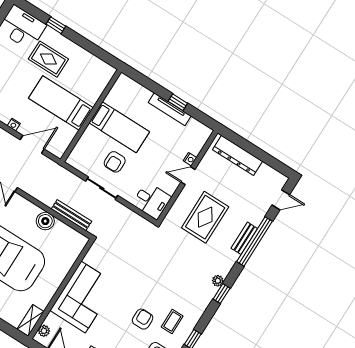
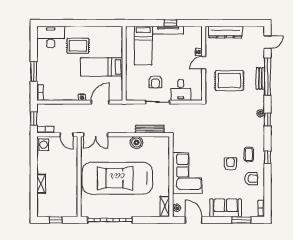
window: (56, 25) -> (70, 23), removed
bed: (119, 127) -> (143, 46), moved, turned 90
desk: (152, 201) -> (181, 90), moved, turned 90
rug: (205, 217) -> (229, 81), turned 90

